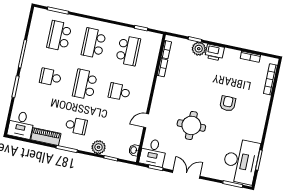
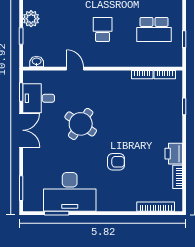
plant: (199, 49) -> (174, 113), removed
printer: (215, 52) -> (174, 154), moved
round table: (191, 125) -> (81, 124), turned 34
desk: (153, 153) -> (39, 98), moved
desk: (241, 161) -> (70, 192), moved

